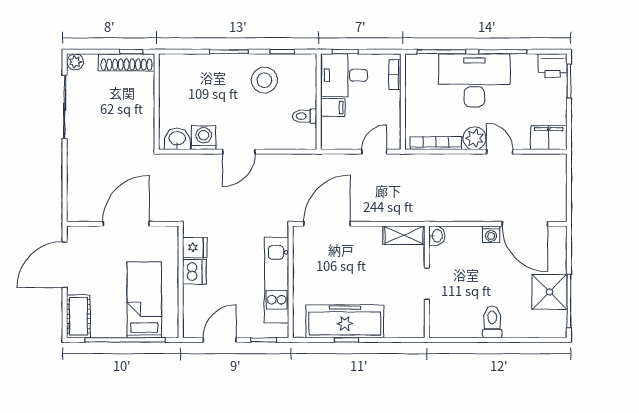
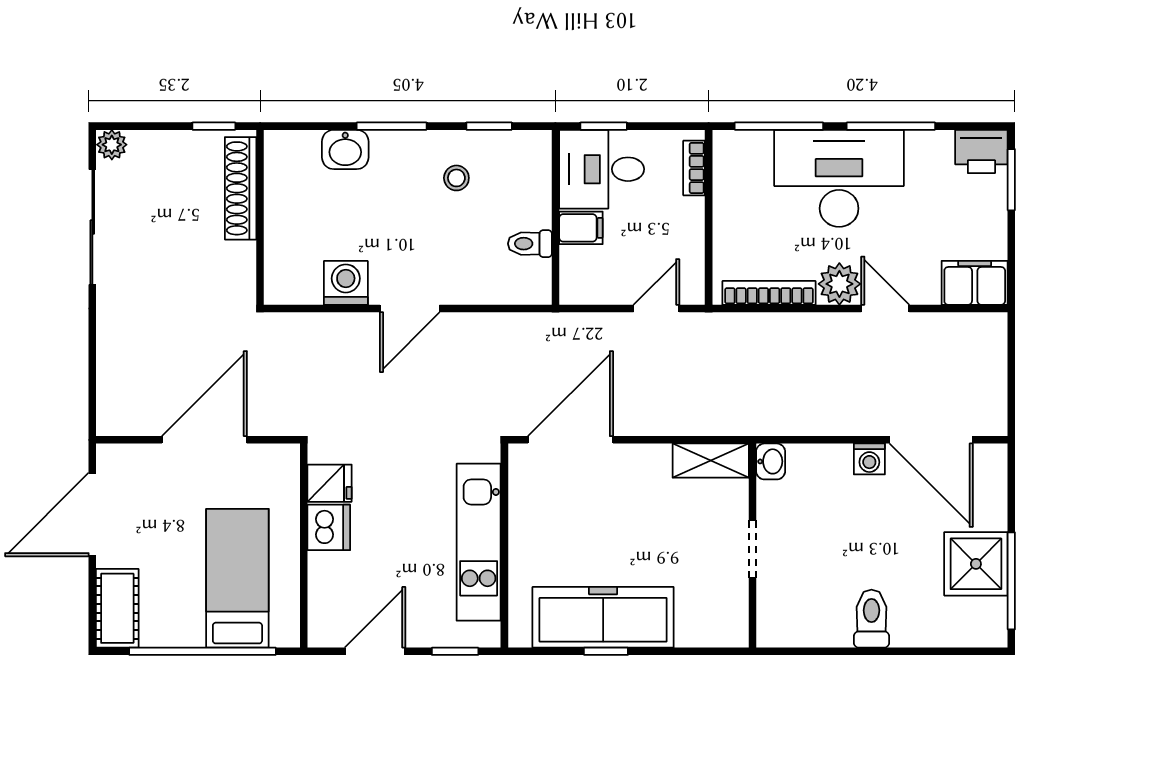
shoe rack: (127, 62) -> (241, 188), moved, turned 90
stool: (264, 80) -> (456, 178), width x0.53, depth x0.53
washbasin: (177, 139) -> (345, 149), moved, turned 180

